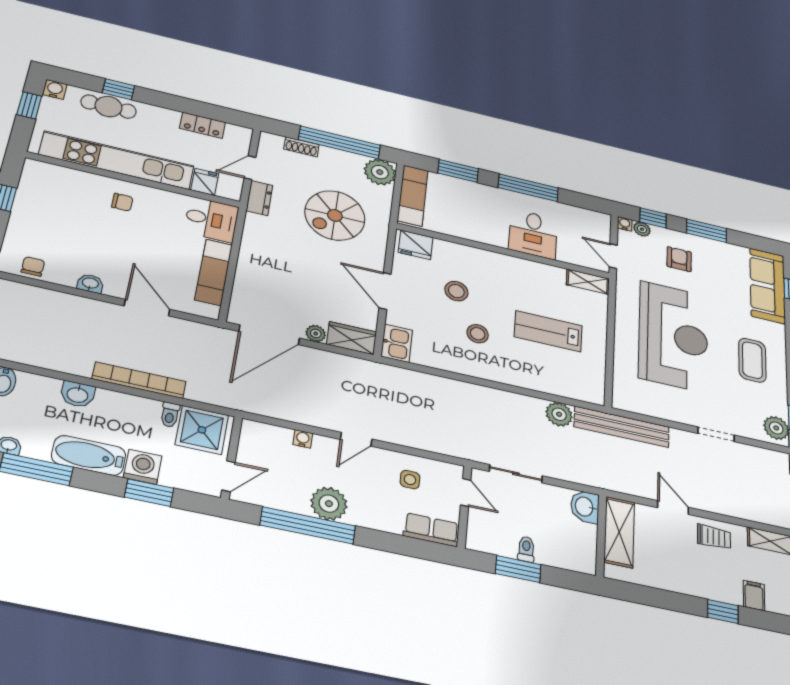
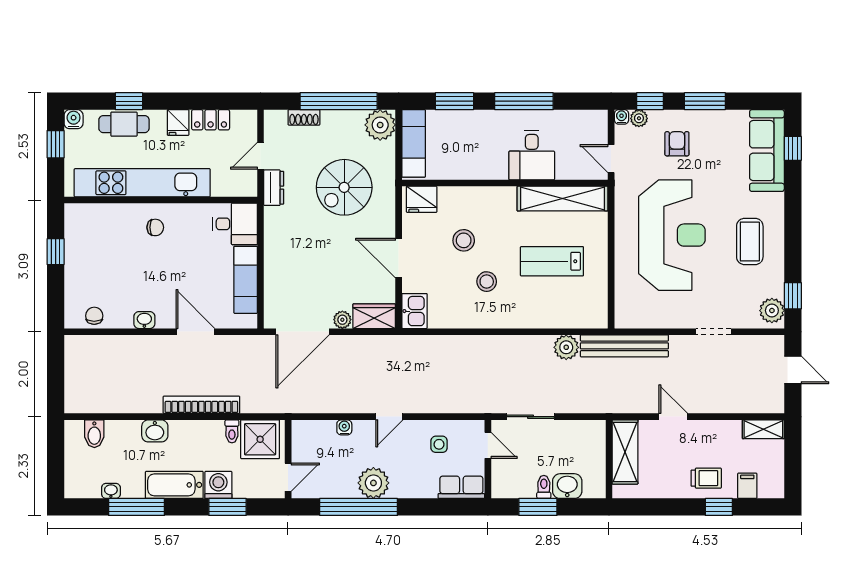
fridge: (205, 182) -> (178, 123), moved, turned 180
shelving: (588, 282) -> (562, 199), width x2.20, depth x1.33
washbasin: (585, 507) -> (567, 486), moved, turned 90
trolley: (714, 537) -> (706, 478), moved

